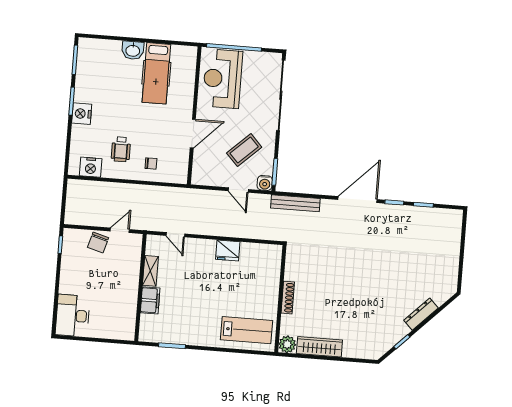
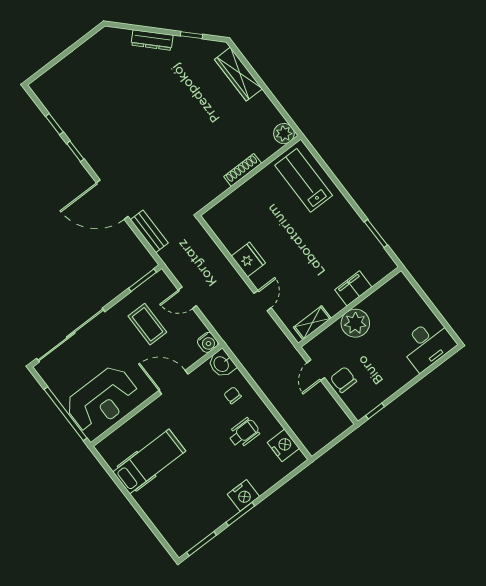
washbasin: (133, 50) -> (222, 364), moved, turned 180
coffee table: (244, 150) -> (147, 324), turned 43
water cooler: (265, 183) -> (208, 342), moved, turned 90
door: (238, 190) -> (187, 298), swing flipped
door: (358, 200) -> (112, 200), moved
bench: (295, 203) -> (149, 231), width x0.73
door: (120, 230) -> (316, 370), hinge flipped
door: (175, 235) -> (263, 301), moved
chair: (98, 242) -> (343, 380), turned -106
shelving: (150, 271) -> (312, 323), moved
plant: (127, 282) -> (355, 323), added
wardrobe: (319, 347) -> (238, 74), moved

